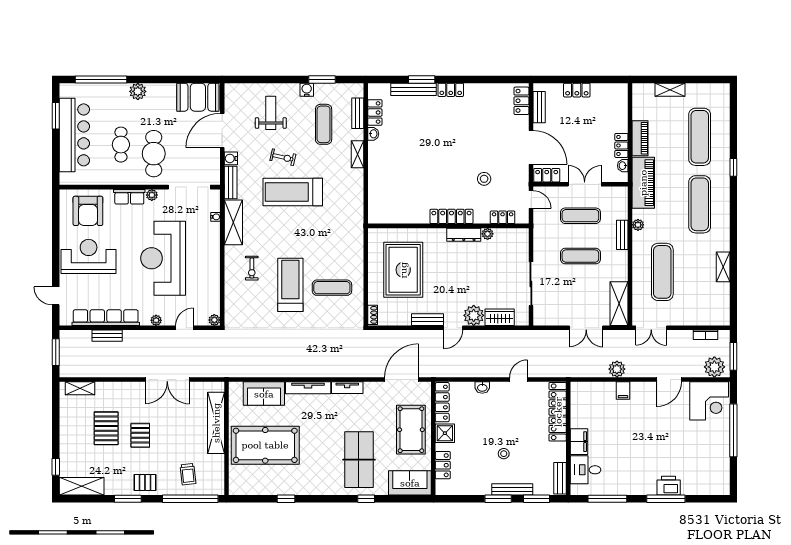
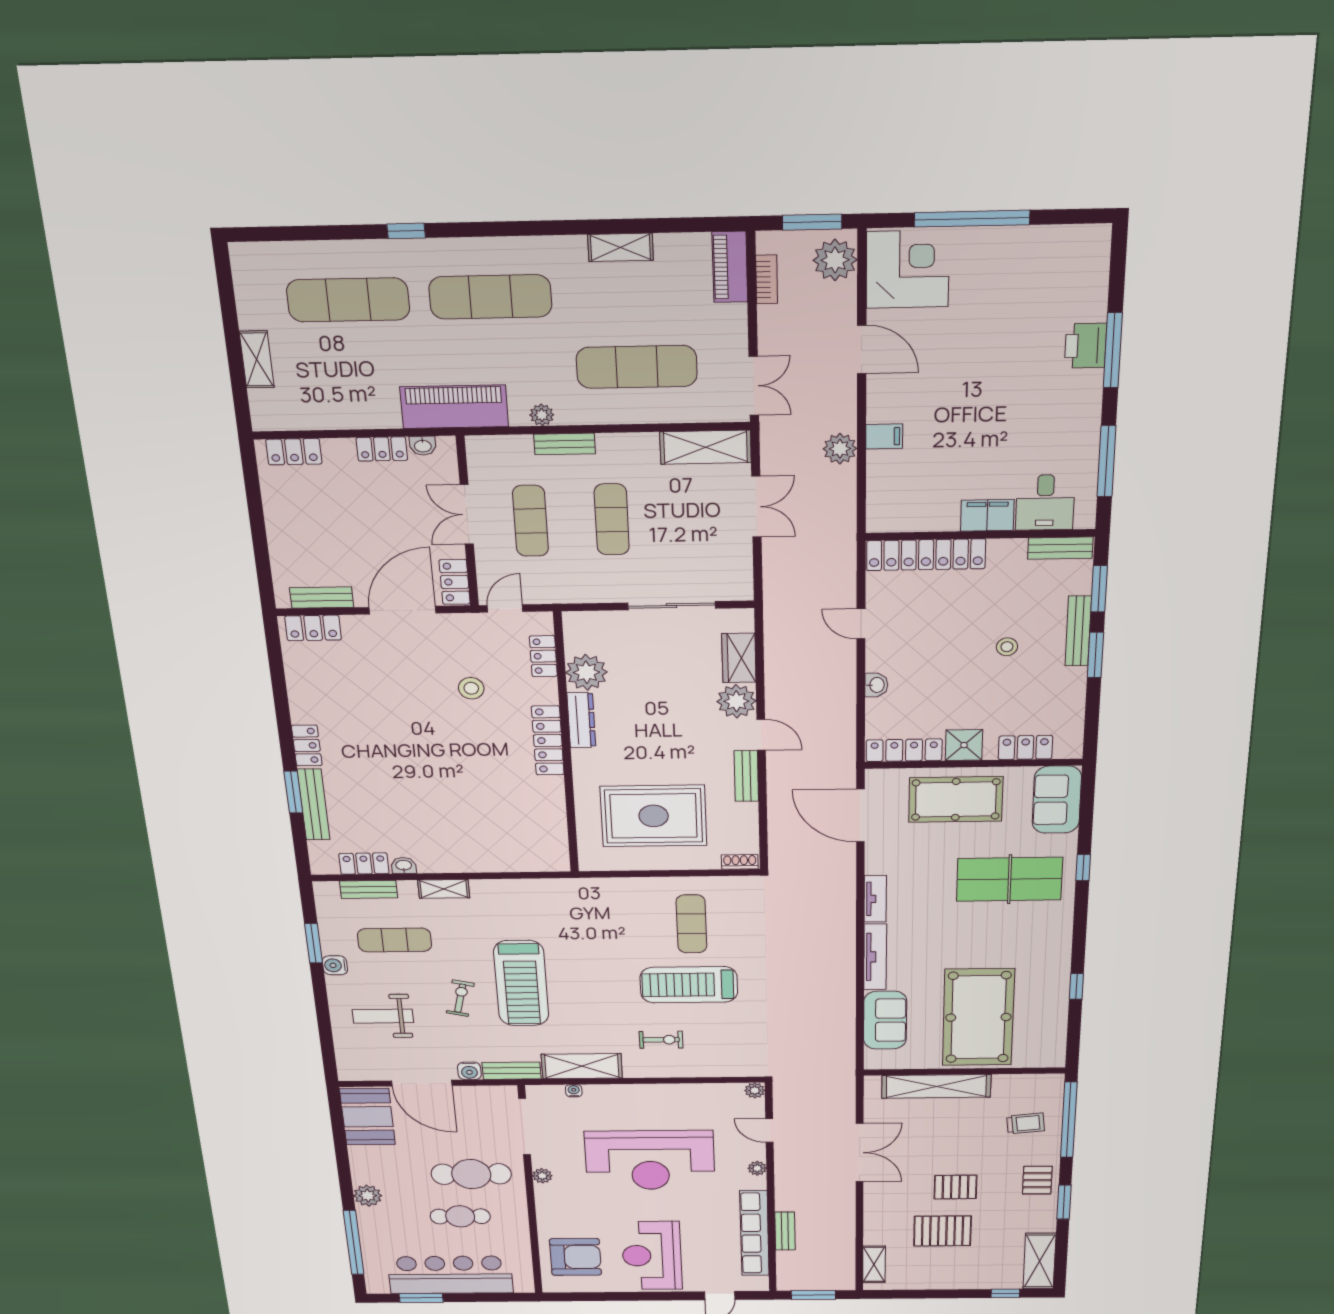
locker: (577, 90) -> (294, 452), moved, turned 90
piano: (640, 138) -> (730, 267), moved, turned -90
row of seats: (129, 197) -> (548, 1205), removed
plant: (488, 234) -> (586, 672), width x1.87, depth x1.87

